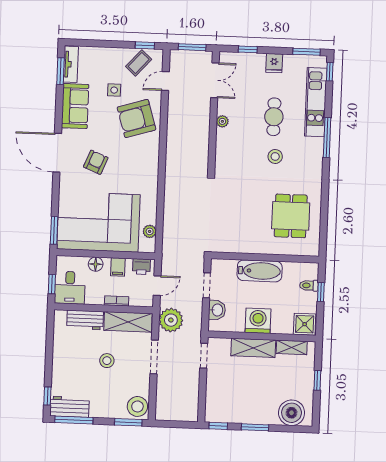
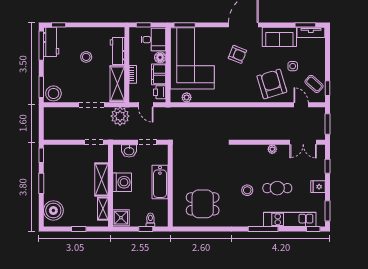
filing cabinet: (118, 267) -> (159, 74), width x2.00
desk: (70, 288) -> (153, 40), moved, turned 180
stool: (107, 361) -> (86, 57), moved

